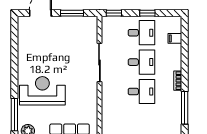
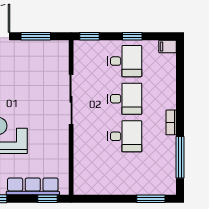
filing cabinet: (175, 38) -> (168, 47), moved

